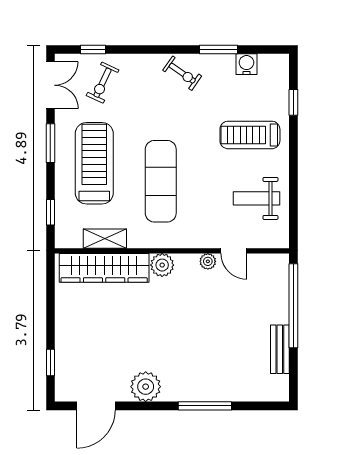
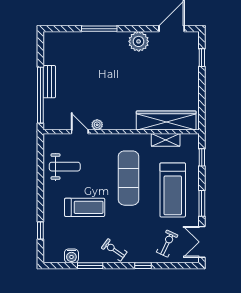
window: (93, 50) -> (143, 266), moved
treadmill: (250, 135) -> (85, 207), moved
plant: (162, 265) -> (128, 122), removed
bench: (280, 349) -> (49, 82), moved

